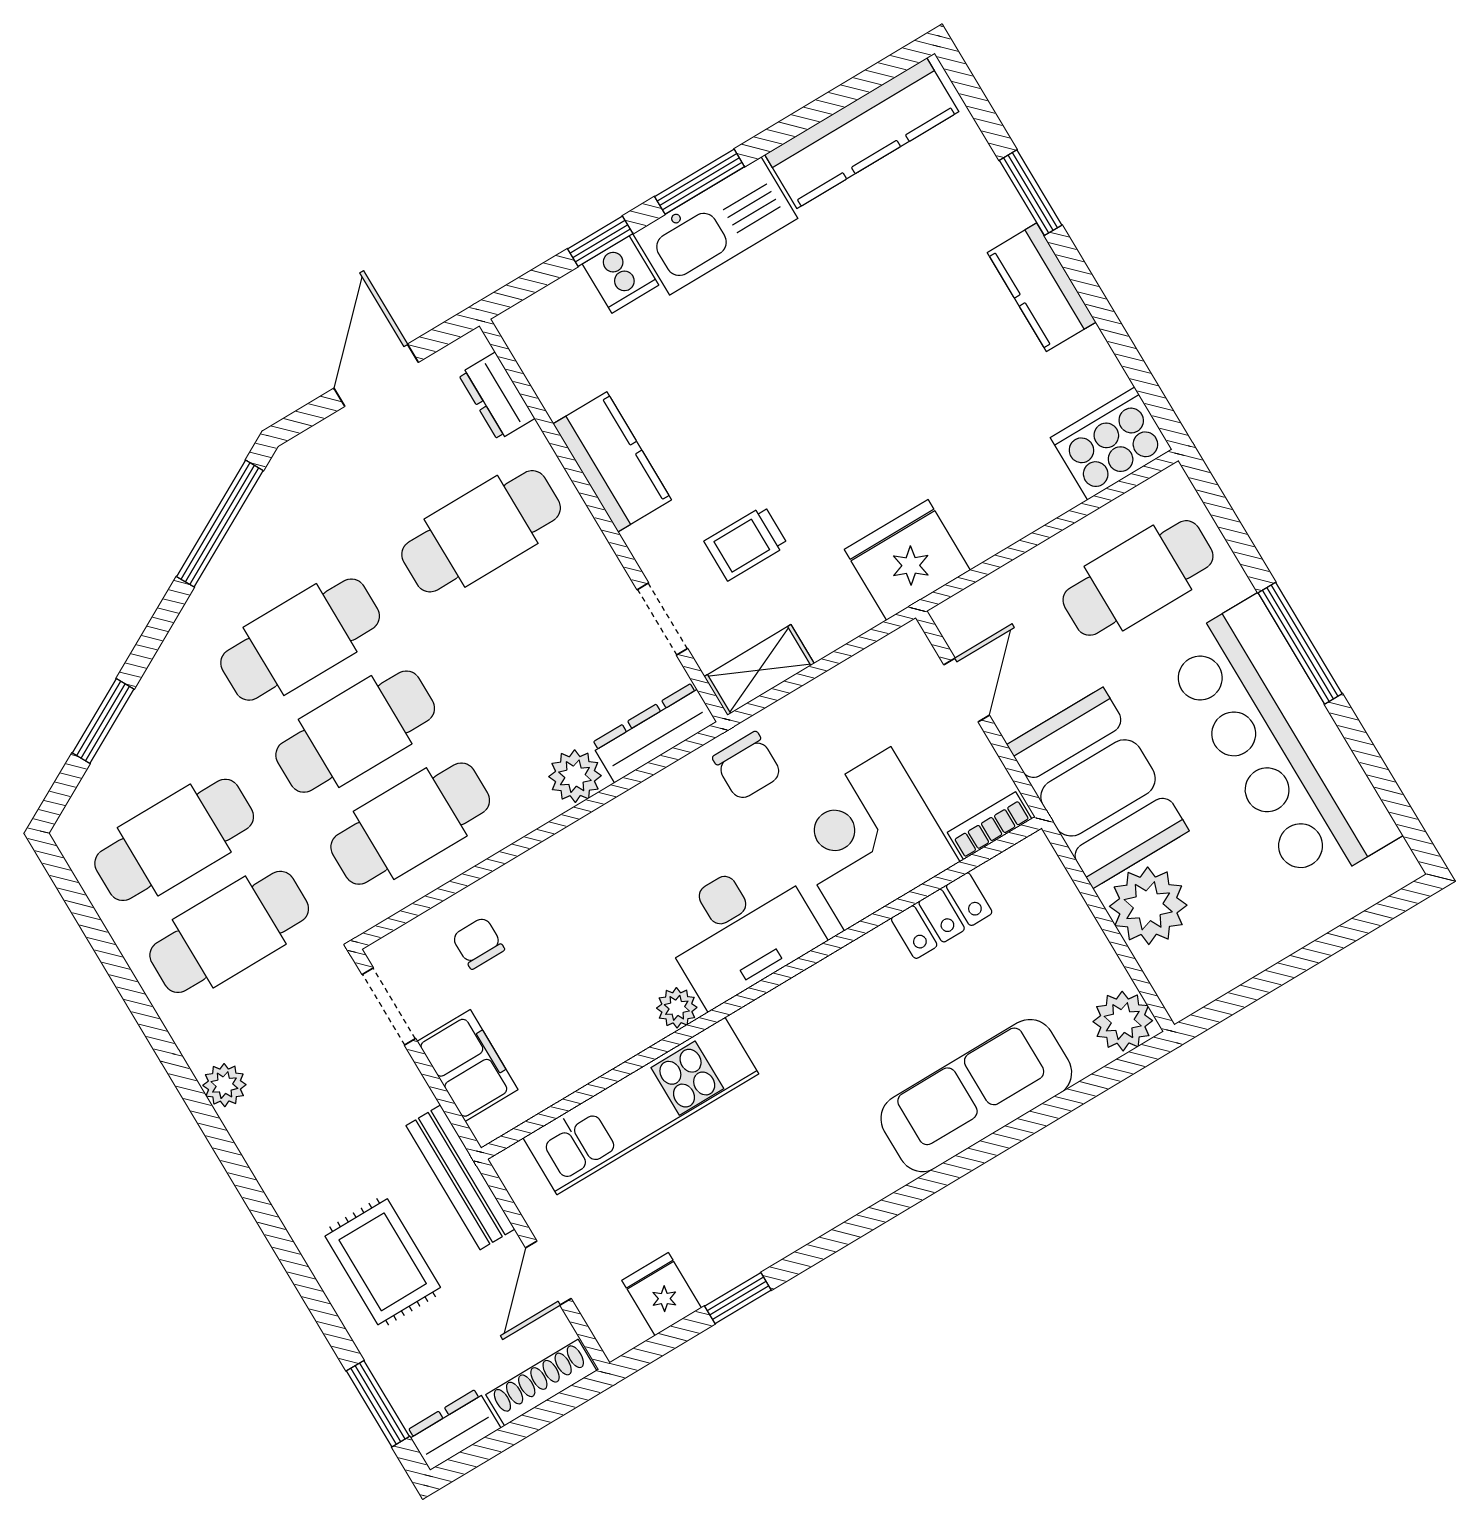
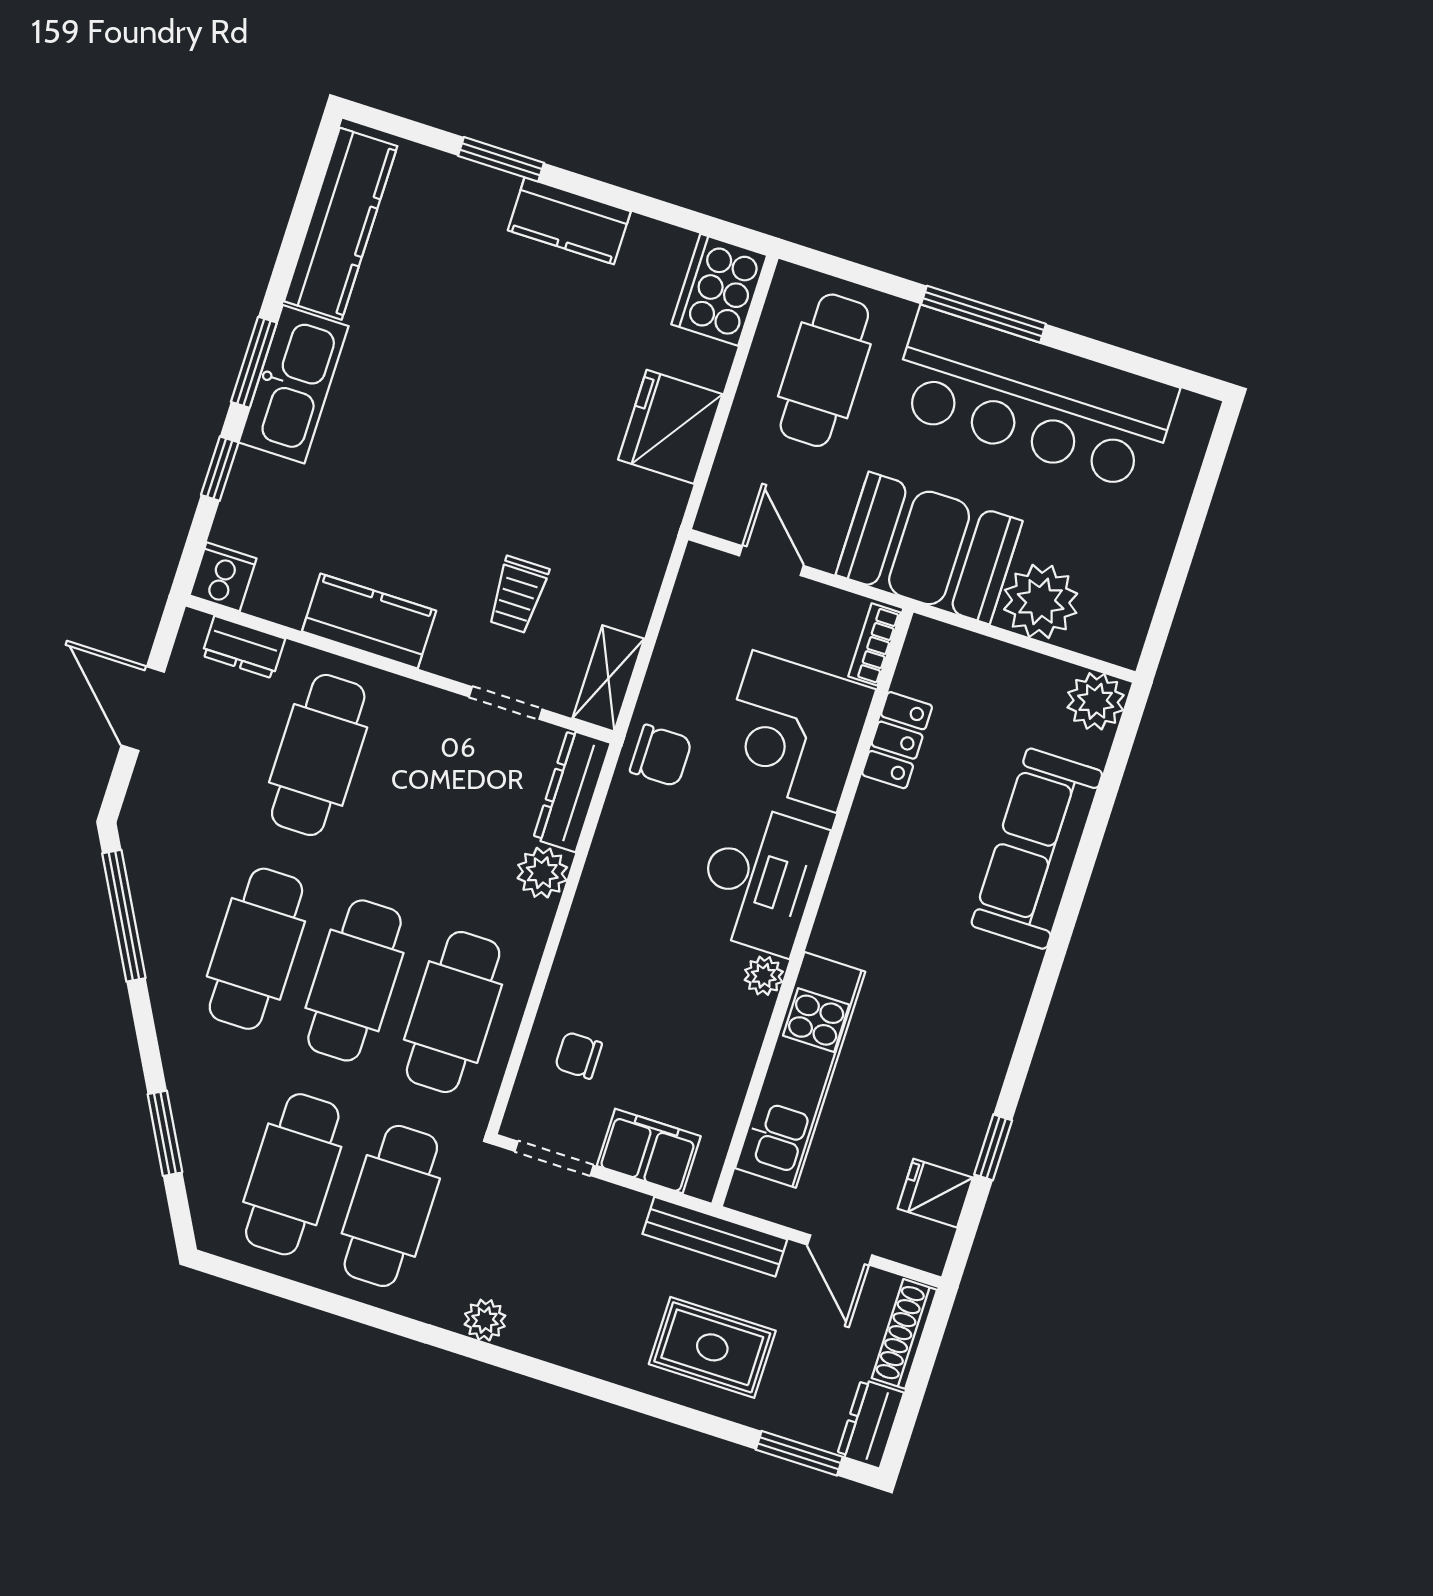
cooker: (621, 274) -> (223, 577), moved, turned -90
fridge: (907, 560) -> (670, 427), moved

